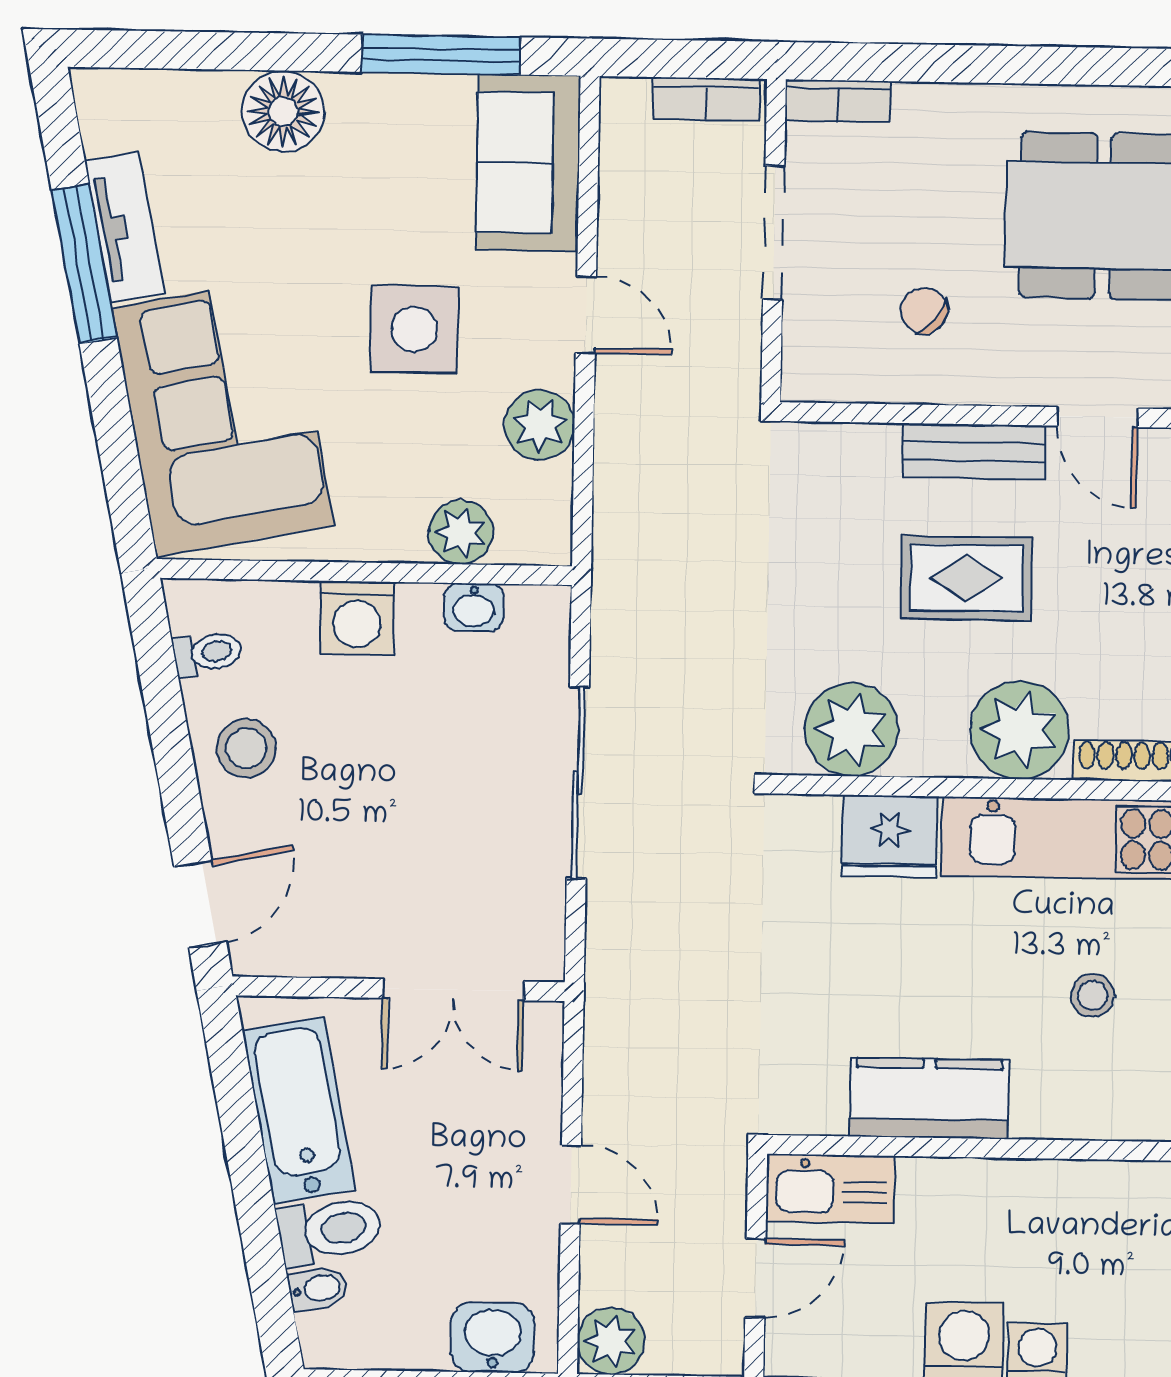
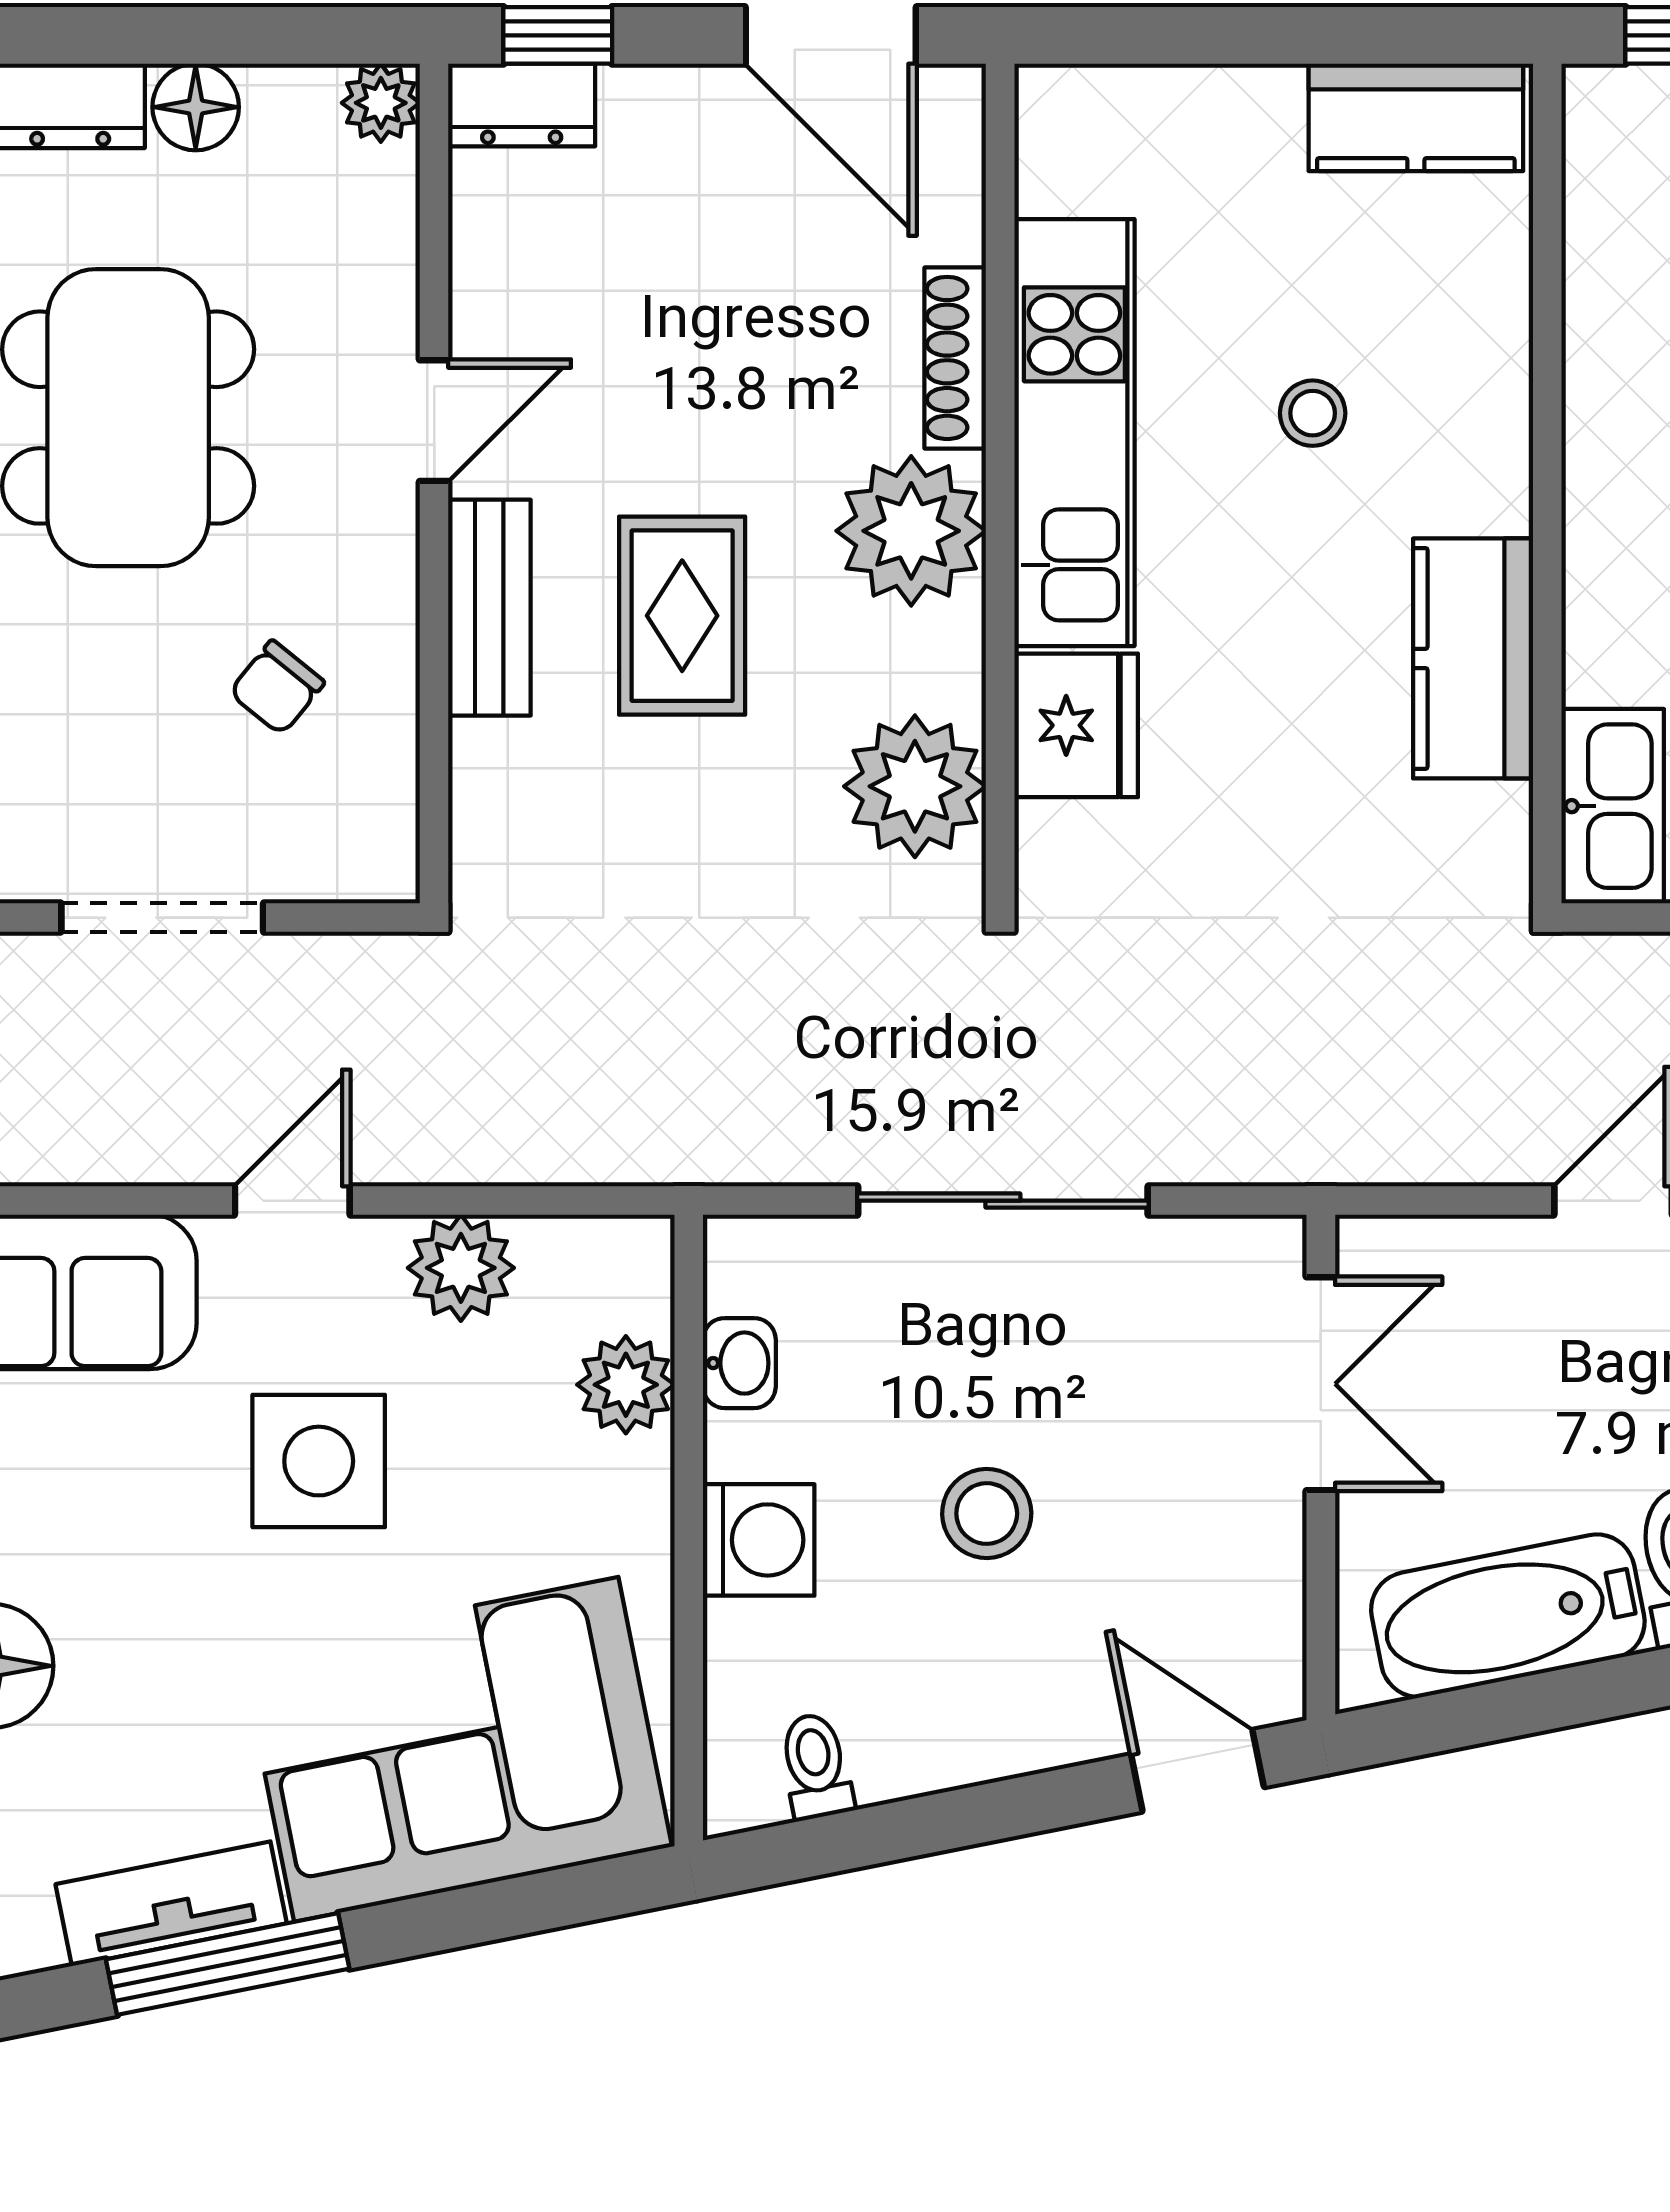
stool: (246, 748) -> (987, 1514), moved

